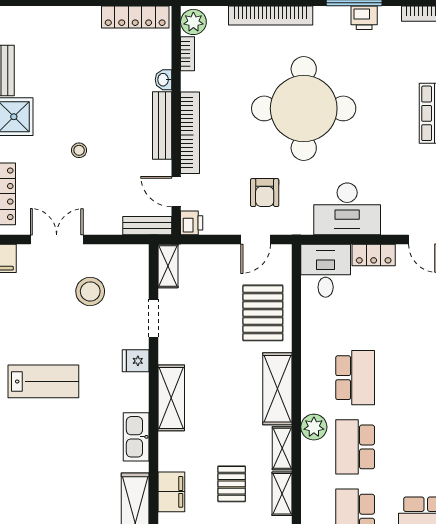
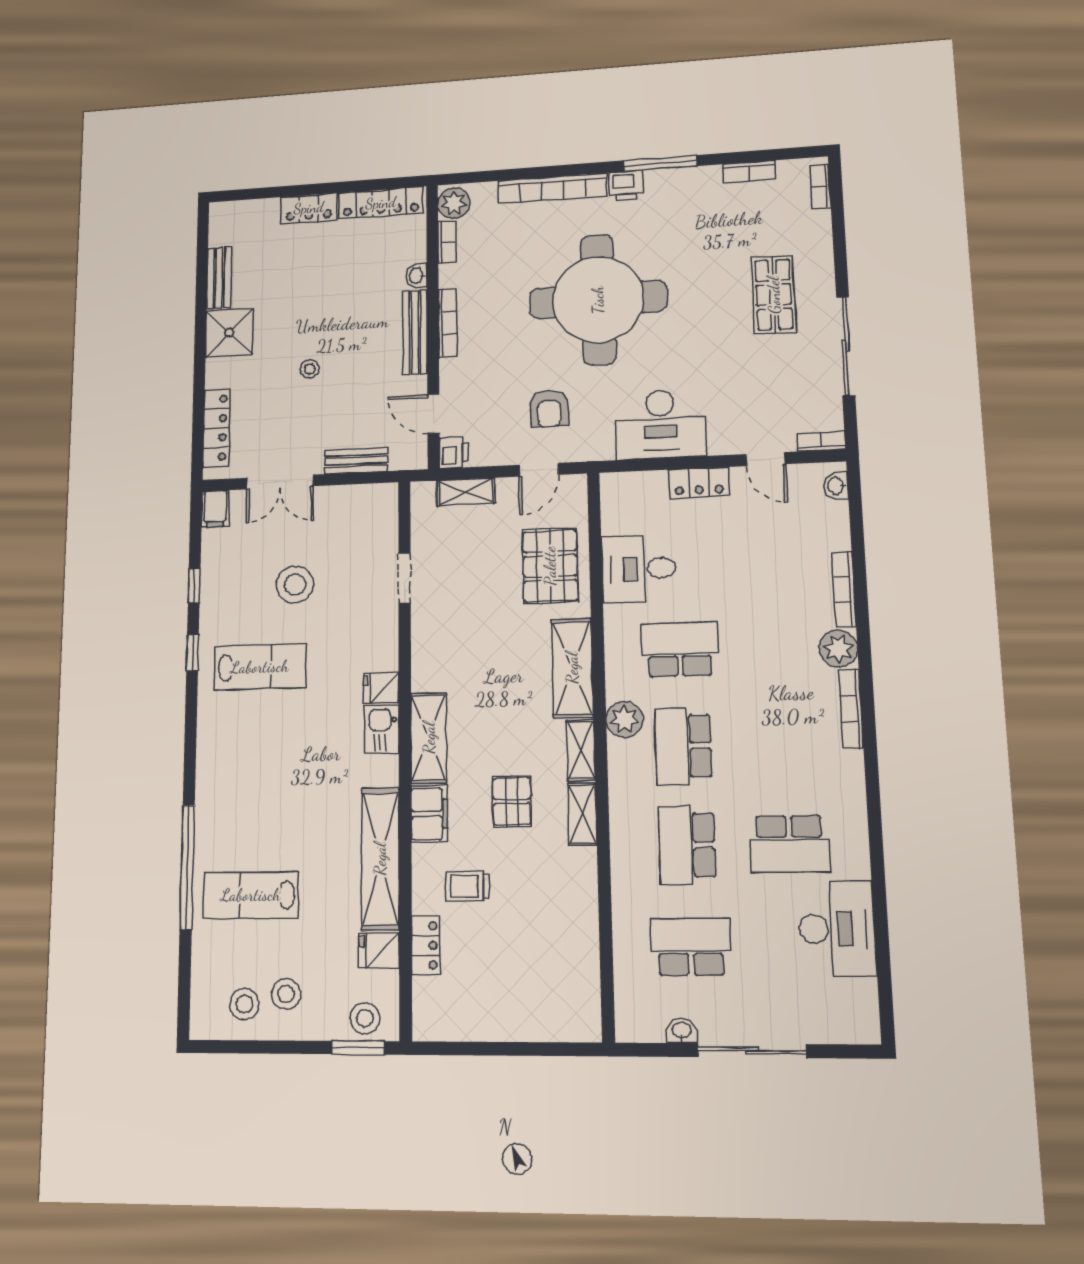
locker: (77, 17) -> (309, 208), added
printer: (364, 18) -> (626, 186), moved
bookcase: (190, 133) -> (448, 323), width x0.68, depth x0.76
bench: (147, 226) -> (356, 461), moved
double door: (57, 239) -> (280, 482), swing flipped
shelving: (168, 266) -> (466, 492), moved, turned 90
desk: (326, 271) -> (639, 569), moved, turned -90
stool: (90, 291) -> (295, 585), moved
fridge: (136, 361) -> (381, 688), moved
school desk: (355, 378) -> (680, 649), turned -90
shelving: (171, 398) -> (429, 738), moved
kitchen sink: (136, 437) -> (382, 729), width x0.73

